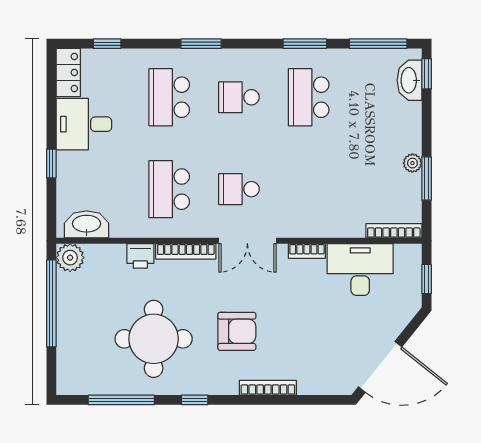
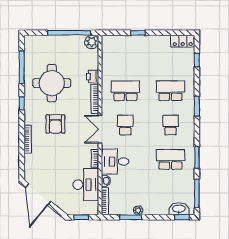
desk: (84, 124) -> (115, 162), moved, turned -90
washbasin: (86, 224) -> (106, 181), moved, width x0.52, depth x0.69

